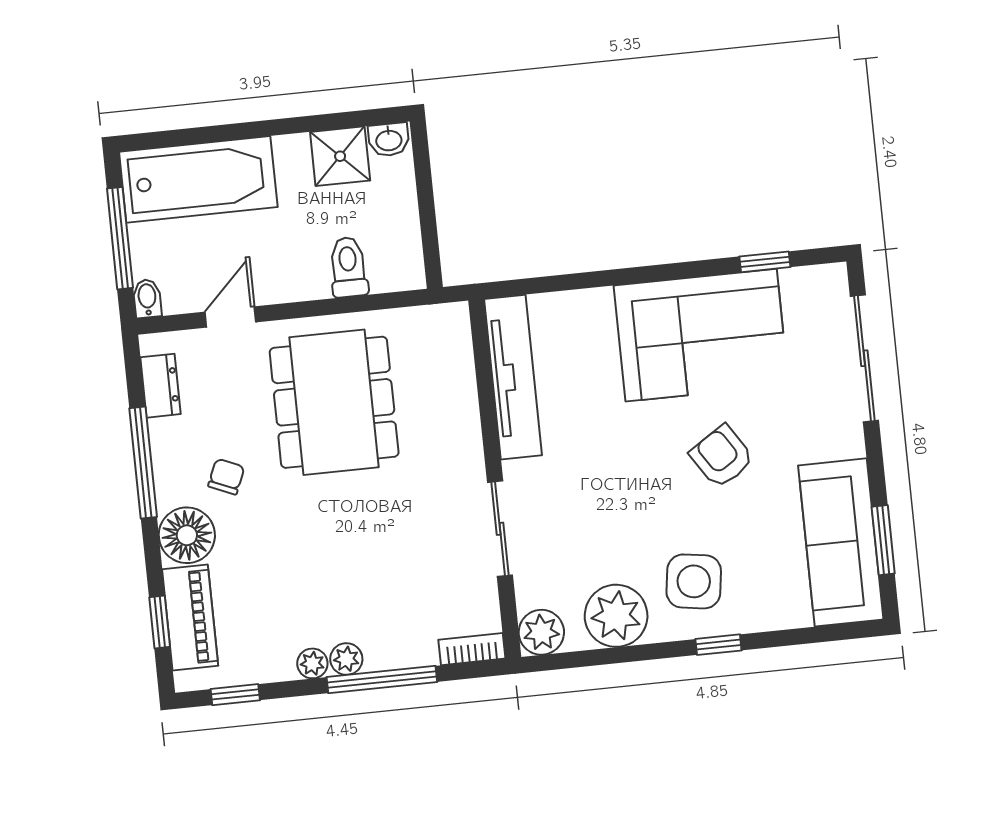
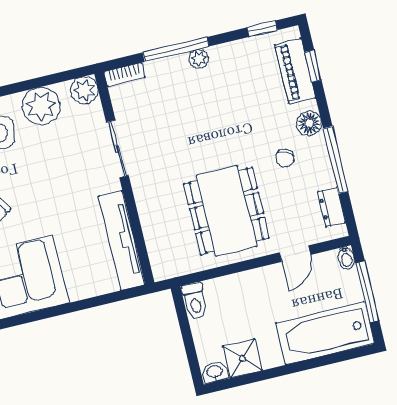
toilet: (348, 267) -> (195, 301), moved
floor lamp: (187, 535) -> (309, 123), width x0.73, depth x0.73
plant: (312, 663) -> (219, 53), removed

